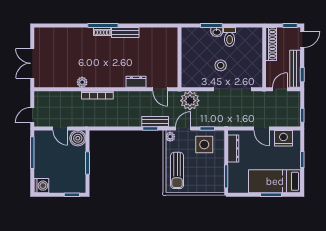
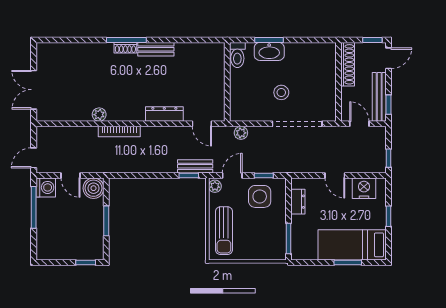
washbasin: (217, 32) -> (269, 51), width x1.91, depth x1.45
toilet: (230, 37) -> (237, 55), moved
dresser: (136, 82) -> (164, 114), width x1.44
door: (280, 89) -> (359, 124), hinge flipped
plant: (190, 101) -> (241, 133), width x0.53, depth x0.53
dresser: (233, 148) -> (298, 202), width x0.70
washing machine: (41, 186) -> (46, 187), moved

